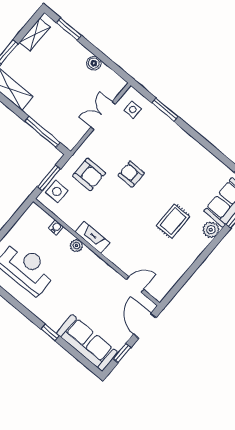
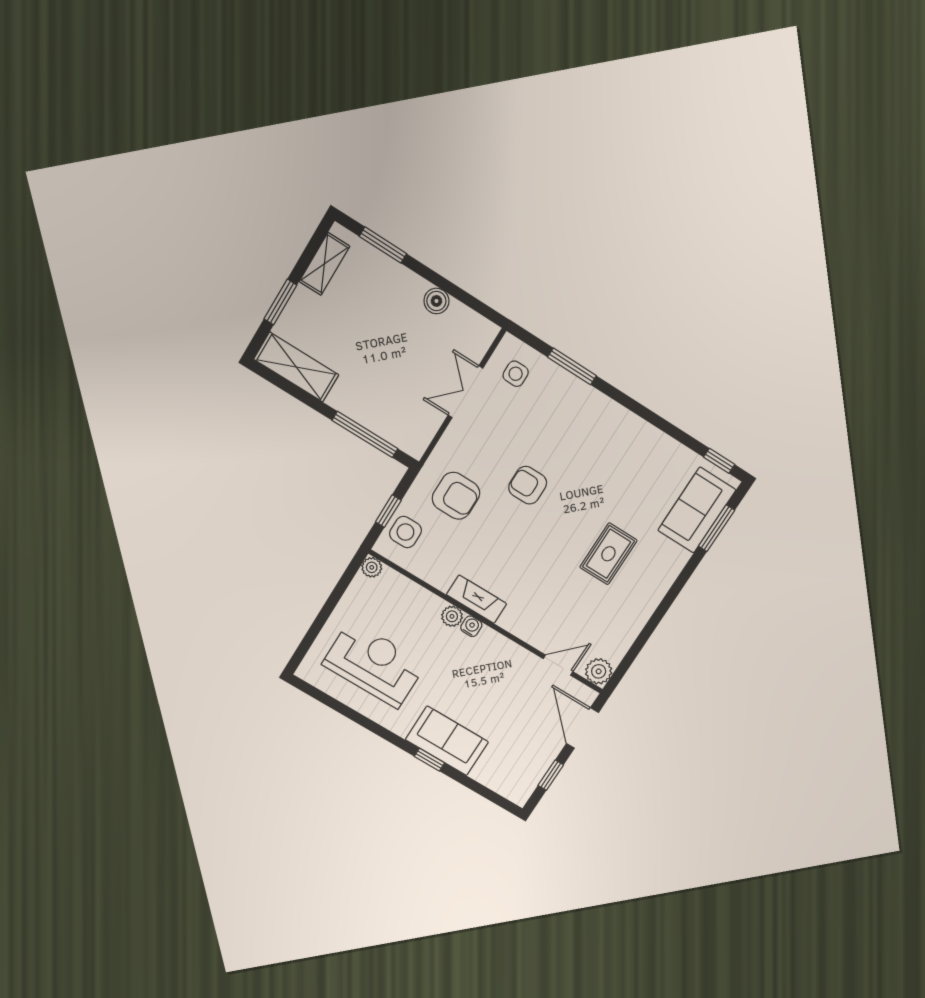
window: (49, 178) -> (388, 511), width x0.67
plant: (34, 210) -> (372, 567), added
water cooler: (56, 227) -> (471, 626), moved
plant: (211, 230) -> (599, 671), moved
sofa: (87, 343) -> (447, 741), moved, width x0.73

